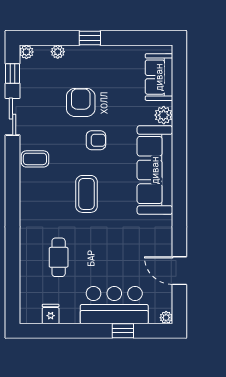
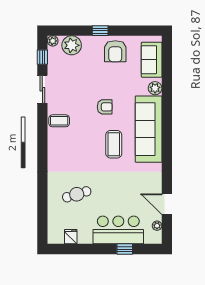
plant: (58, 52) -> (72, 45), width x1.87, depth x1.87
armchair: (81, 102) -> (115, 51), moved, turned 180
coffee table: (87, 194) -> (114, 144), moved
cafe table: (59, 257) -> (77, 194), turned 73
plant: (166, 318) -> (157, 226), moved

